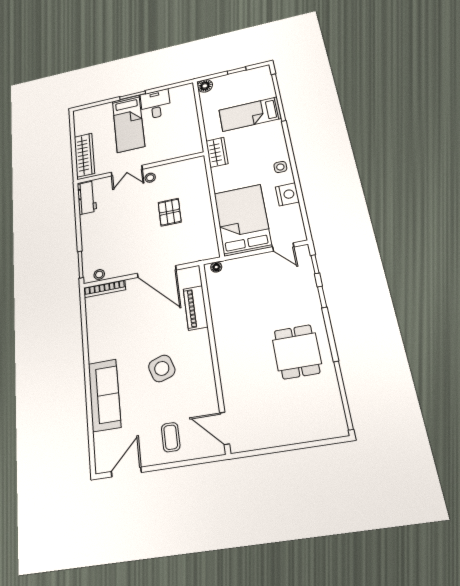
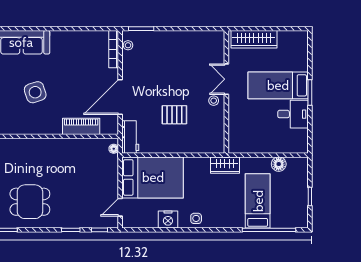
floor lamp: (205, 86) -> (279, 164), moved
workbench: (87, 198) -> (130, 137), moved, turned -90

